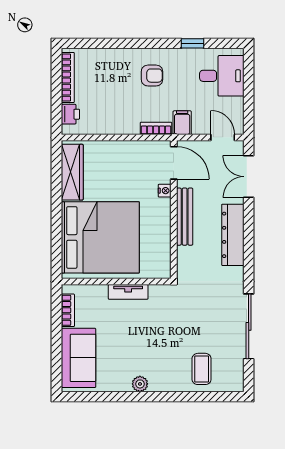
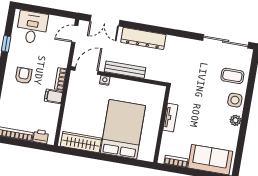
filing cabinet: (182, 123) -> (54, 96), moved
bed: (100, 237) -> (123, 129), width x0.73
sliding door: (249, 326) -> (226, 41), moved
side table: (168, 378) -> (235, 100), added

